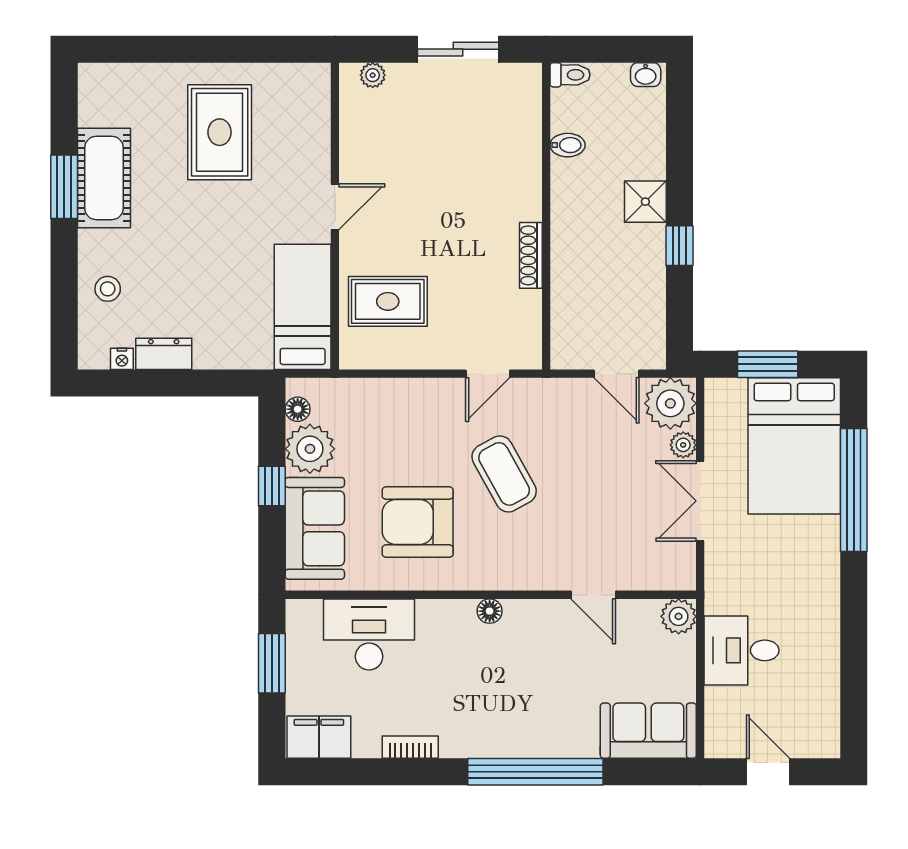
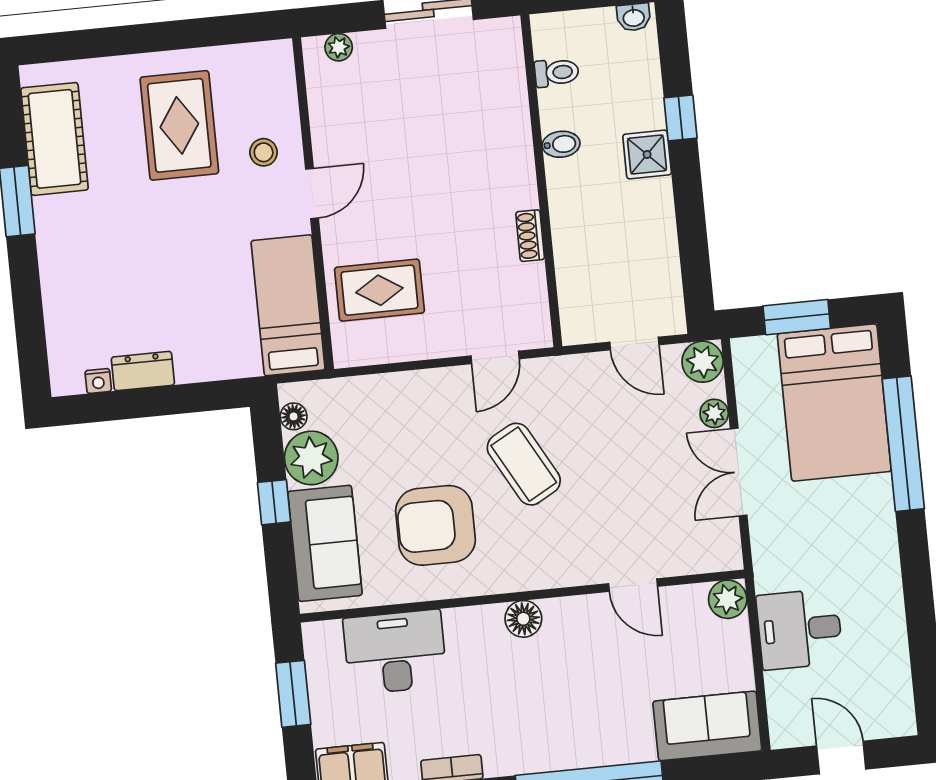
toilet: (570, 75) -> (557, 73), moved
bidet: (568, 145) -> (561, 144), moved
cot: (104, 178) -> (55, 139), moved
window: (679, 246) -> (681, 118), moved
shoe rack: (531, 255) -> (530, 236), width x0.70
stool: (108, 289) -> (264, 152), moved
plant: (670, 403) -> (703, 362), width x0.73, depth x0.73
floor lamp: (490, 611) -> (523, 619), width x1.37, depth x1.37

